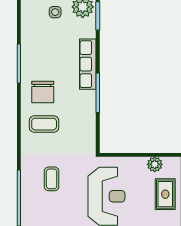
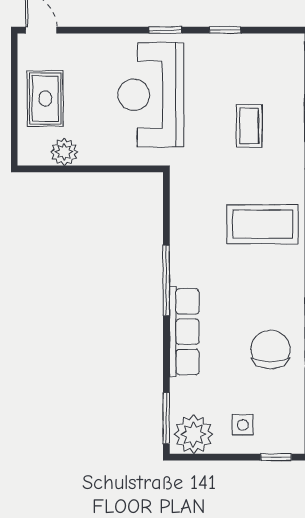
chair: (43, 92) -> (270, 350), moved
coffee table: (44, 124) -> (263, 224), width x1.36, depth x1.32

